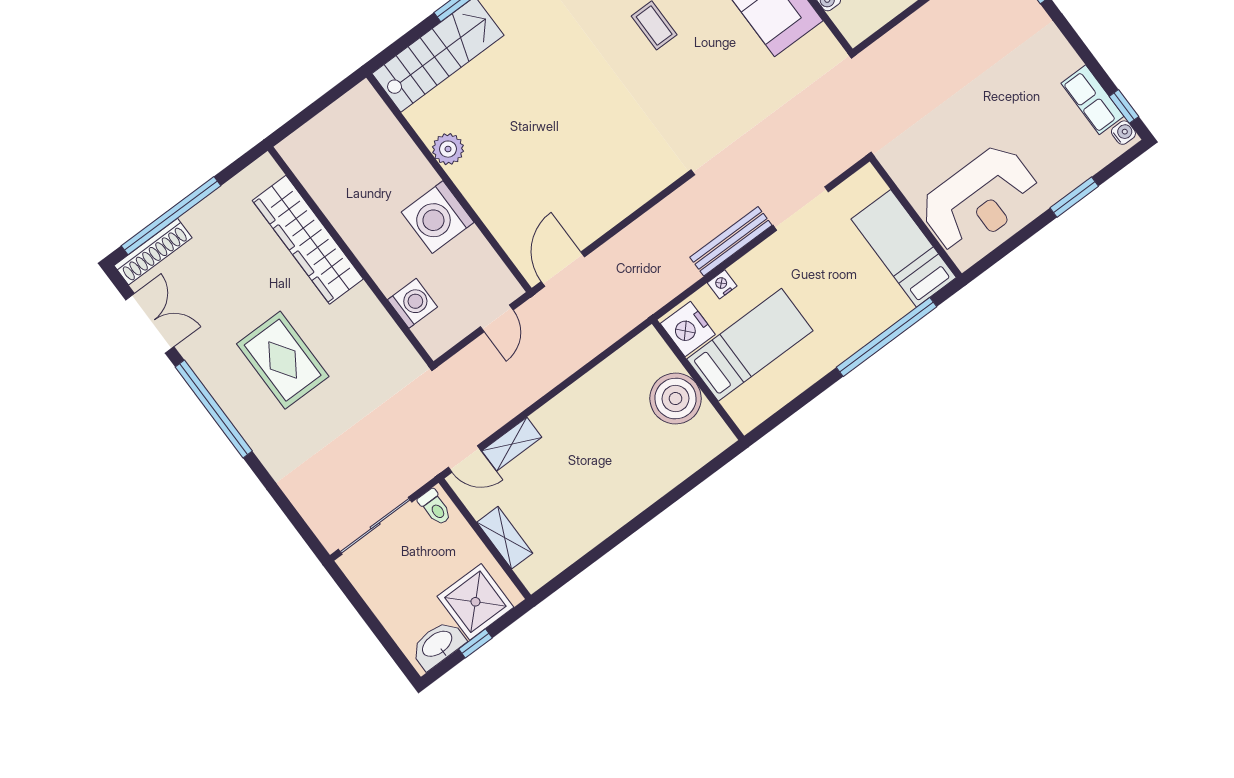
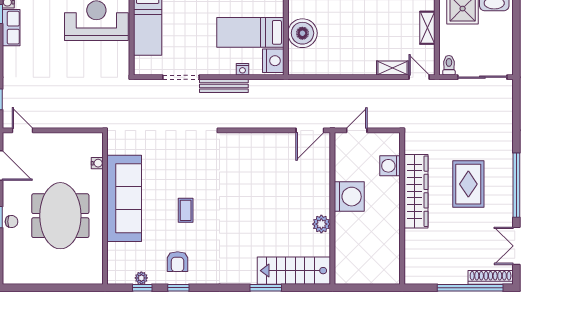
wardrobe: (308, 240) -> (416, 191), moved

